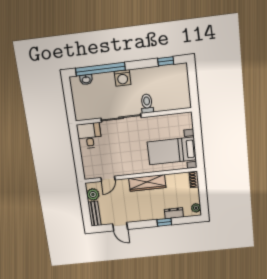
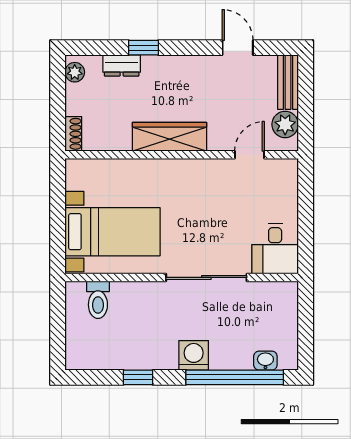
window: (166, 61) -> (138, 377), moved
toilet: (147, 104) -> (98, 300), moved
bed with nightstands: (172, 151) -> (113, 232), moved

